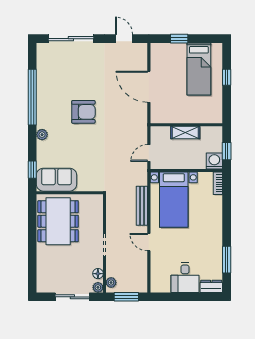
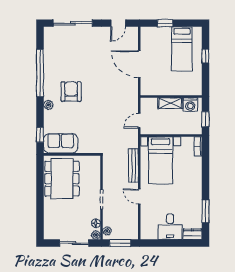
door: (124, 39) -> (118, 23), swing flipped
armchair: (83, 112) -> (71, 92), moved, turned -90
washing machine: (214, 161) -> (190, 105), moved, turned 180

